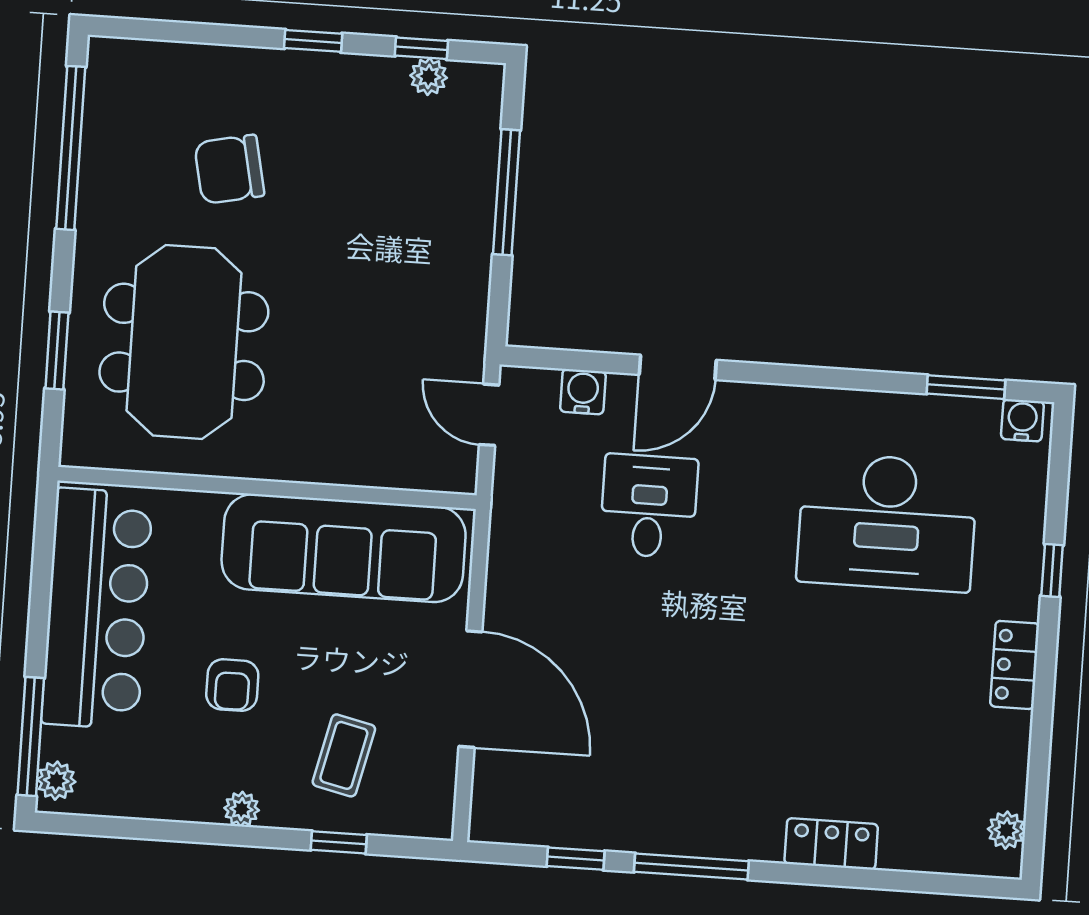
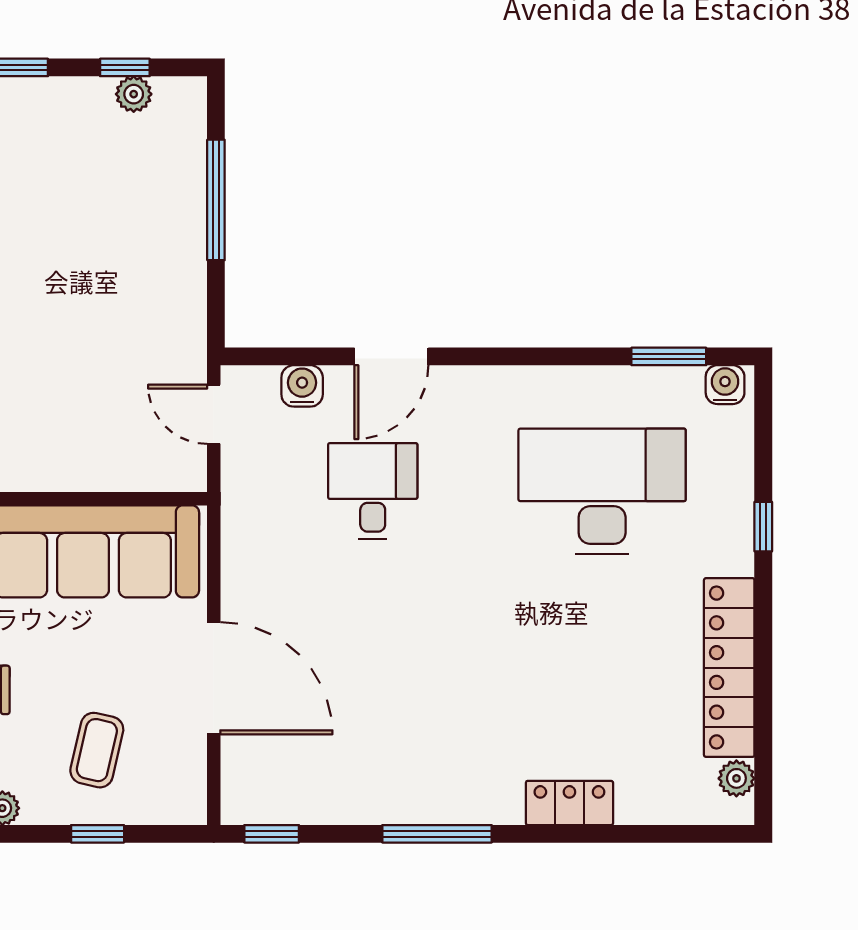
desk: (887, 522) -> (602, 491), turned 180
locker: (1015, 665) -> (729, 668), width x2.16, depth x1.21
window: (576, 859) -> (272, 834), moved

